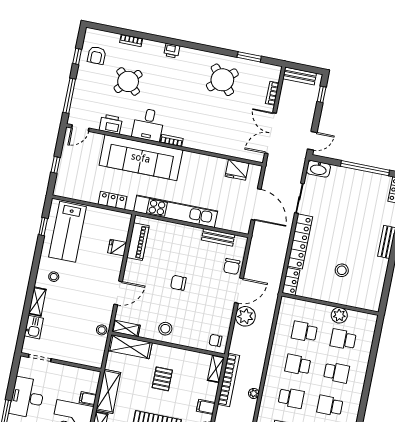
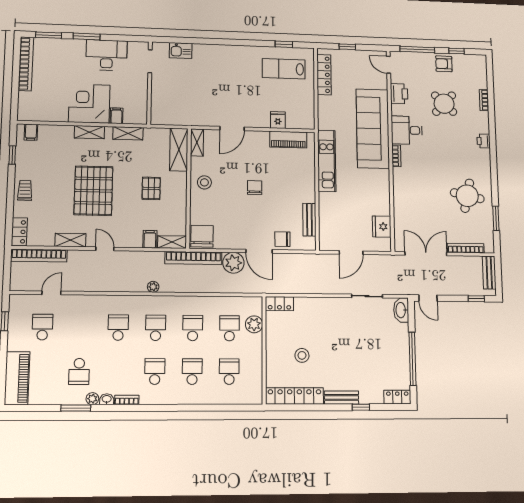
armchair: (97, 55) -> (444, 64), moved
round table: (222, 80) -> (467, 196), turned -37
bookcase: (272, 93) -> (466, 248), width x1.56
locker: (113, 200) -> (324, 75), moved, width x1.53
door: (256, 204) -> (351, 253), width x0.73
kitchen unit: (176, 211) -> (327, 161), width x0.73
lab bench: (68, 232) -> (284, 69), width x0.73, depth x0.72
locker: (300, 241) -> (295, 396), moved, turned 180
stool: (54, 277) -> (236, 62), removed
door: (118, 293) -> (232, 129), hinge flipped
shelving: (37, 302) -> (207, 50), removed
plant: (339, 315) -> (254, 324), moved
stool: (102, 330) -> (191, 118), removed
chair: (215, 340) -> (202, 236), width x1.87, depth x1.87
school desk: (337, 372) -> (192, 372), turned 180
pallet: (162, 379) -> (151, 188), turned 90
bookcase: (229, 380) -> (193, 258), moved
shelving: (108, 391) -> (128, 133), width x0.67, depth x0.75
school desk: (291, 398) -> (156, 328), turned 180
filing cabinet: (206, 407) -> (150, 239), moved

